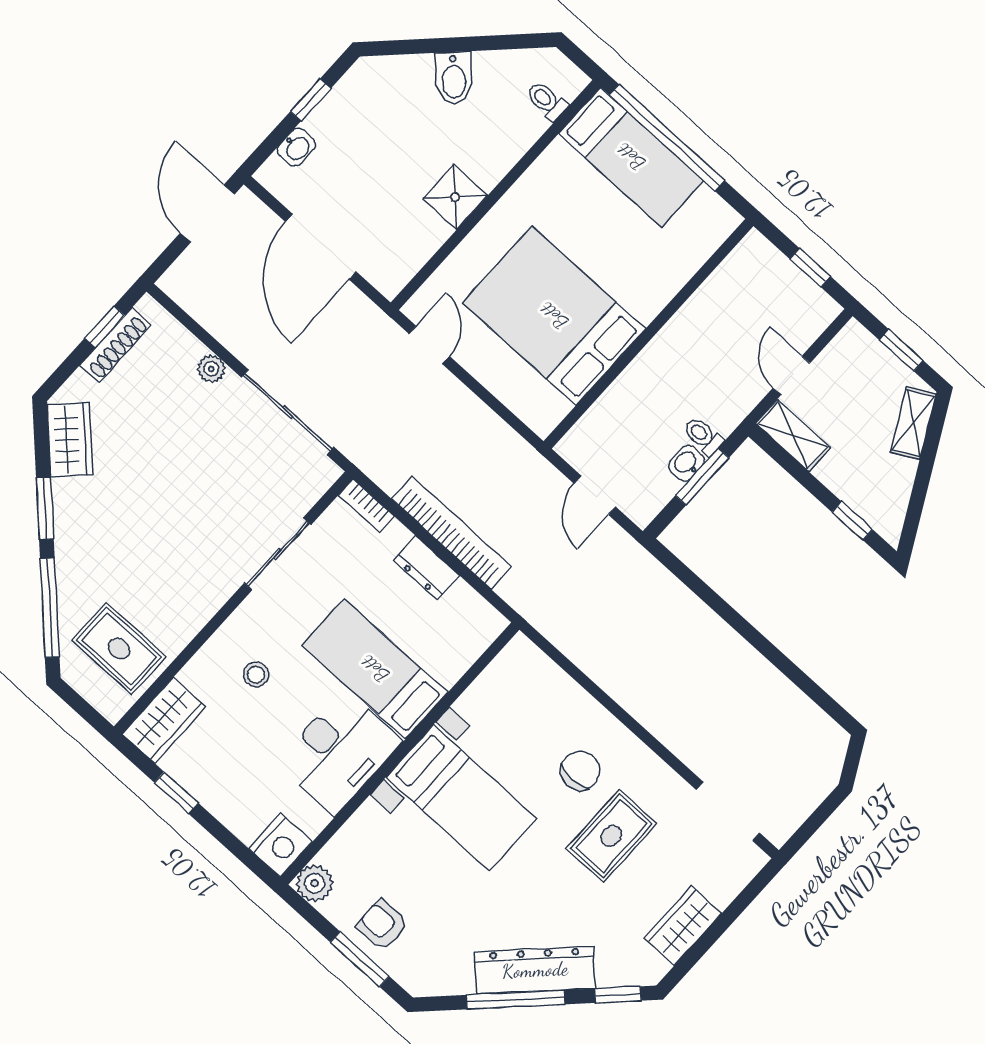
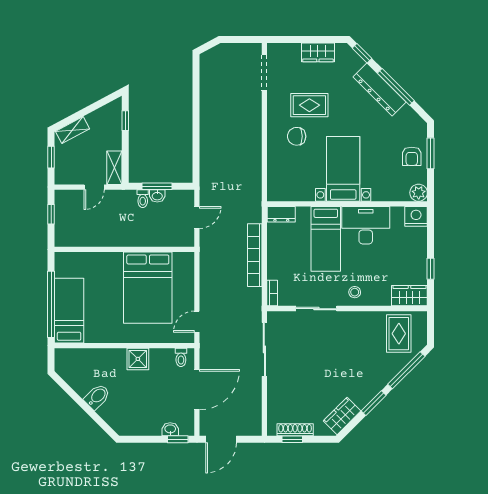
window: (311, 100) -> (178, 439), moved
toilet: (547, 101) -> (181, 357), moved
plant: (211, 369) -> (273, 389), removed
dresser: (426, 568) -> (281, 214), moved, turned 90
stool: (256, 674) -> (355, 292), moved

